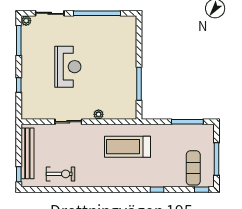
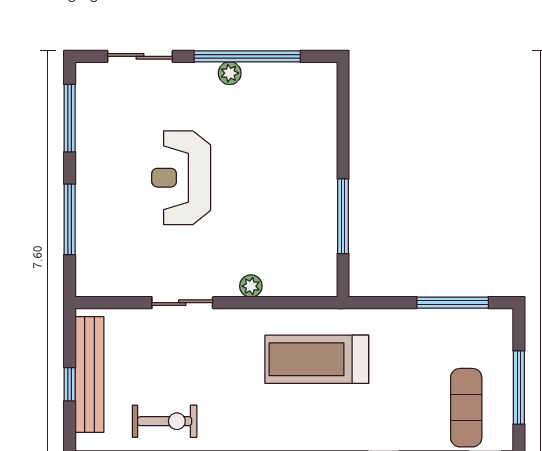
plant: (26, 21) -> (230, 73), moved
reception desk: (68, 67) -> (181, 178), turned 180
window: (19, 85) -> (70, 219), width x2.17
window: (19, 174) -> (70, 384), moved

